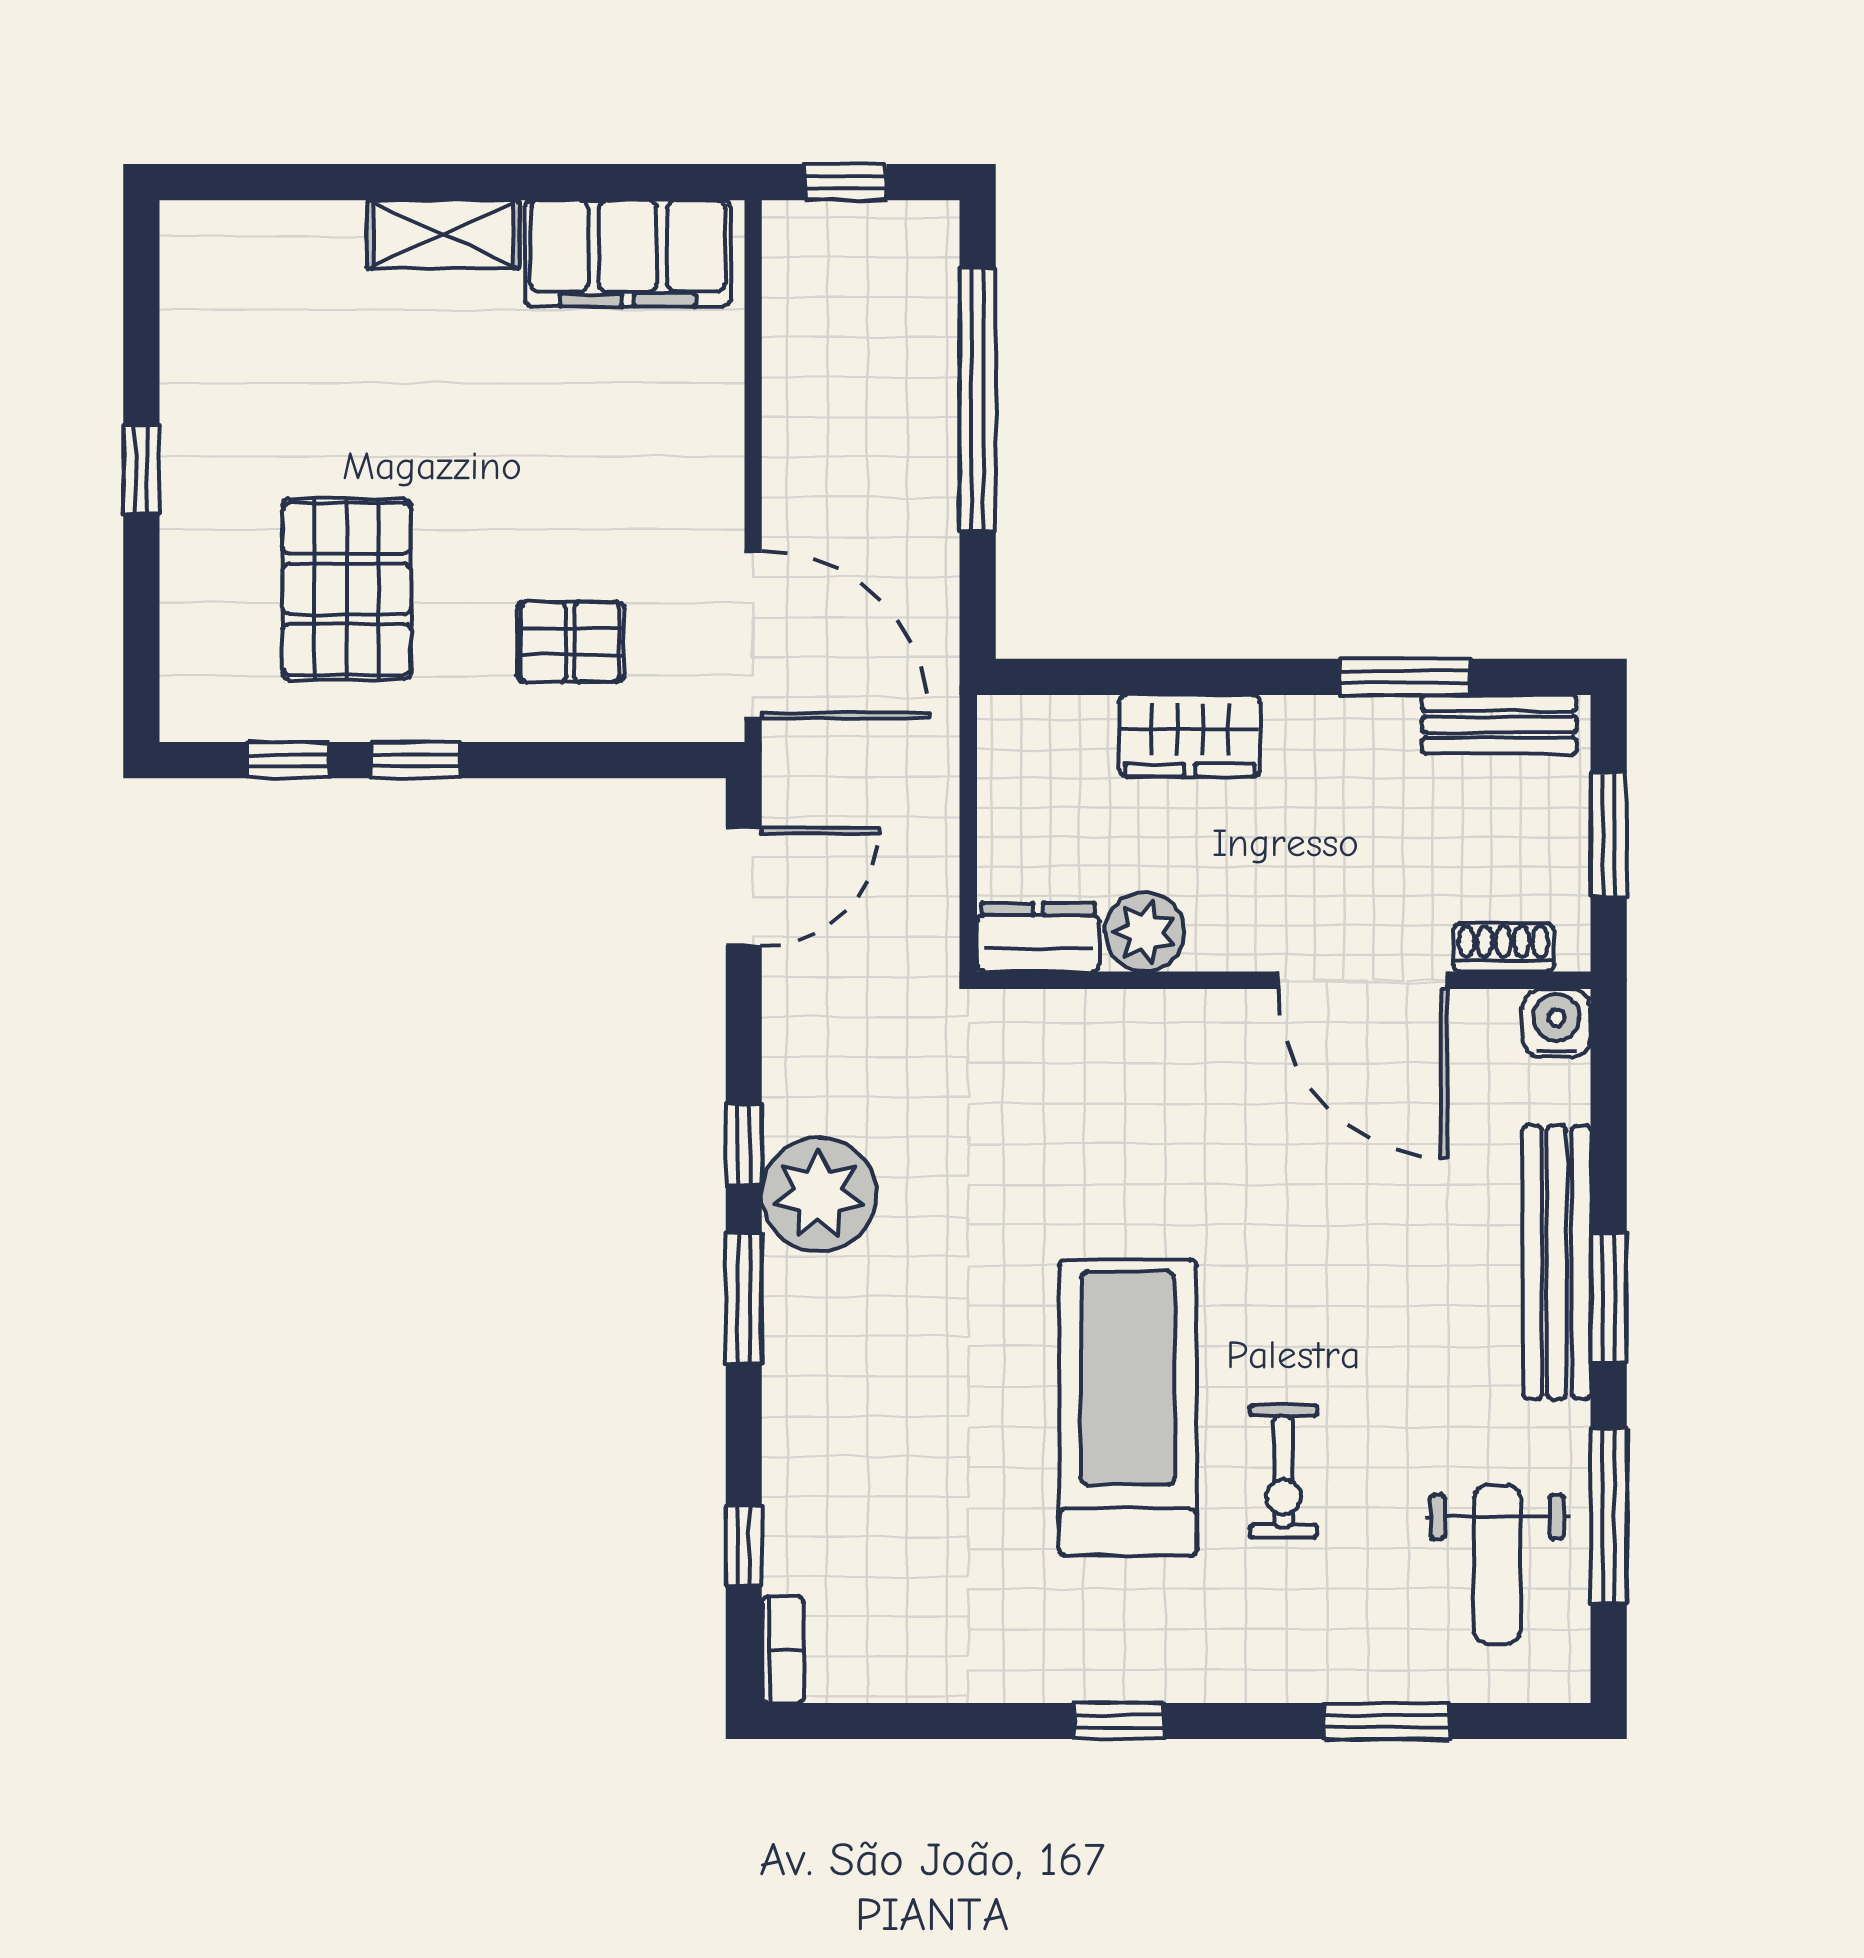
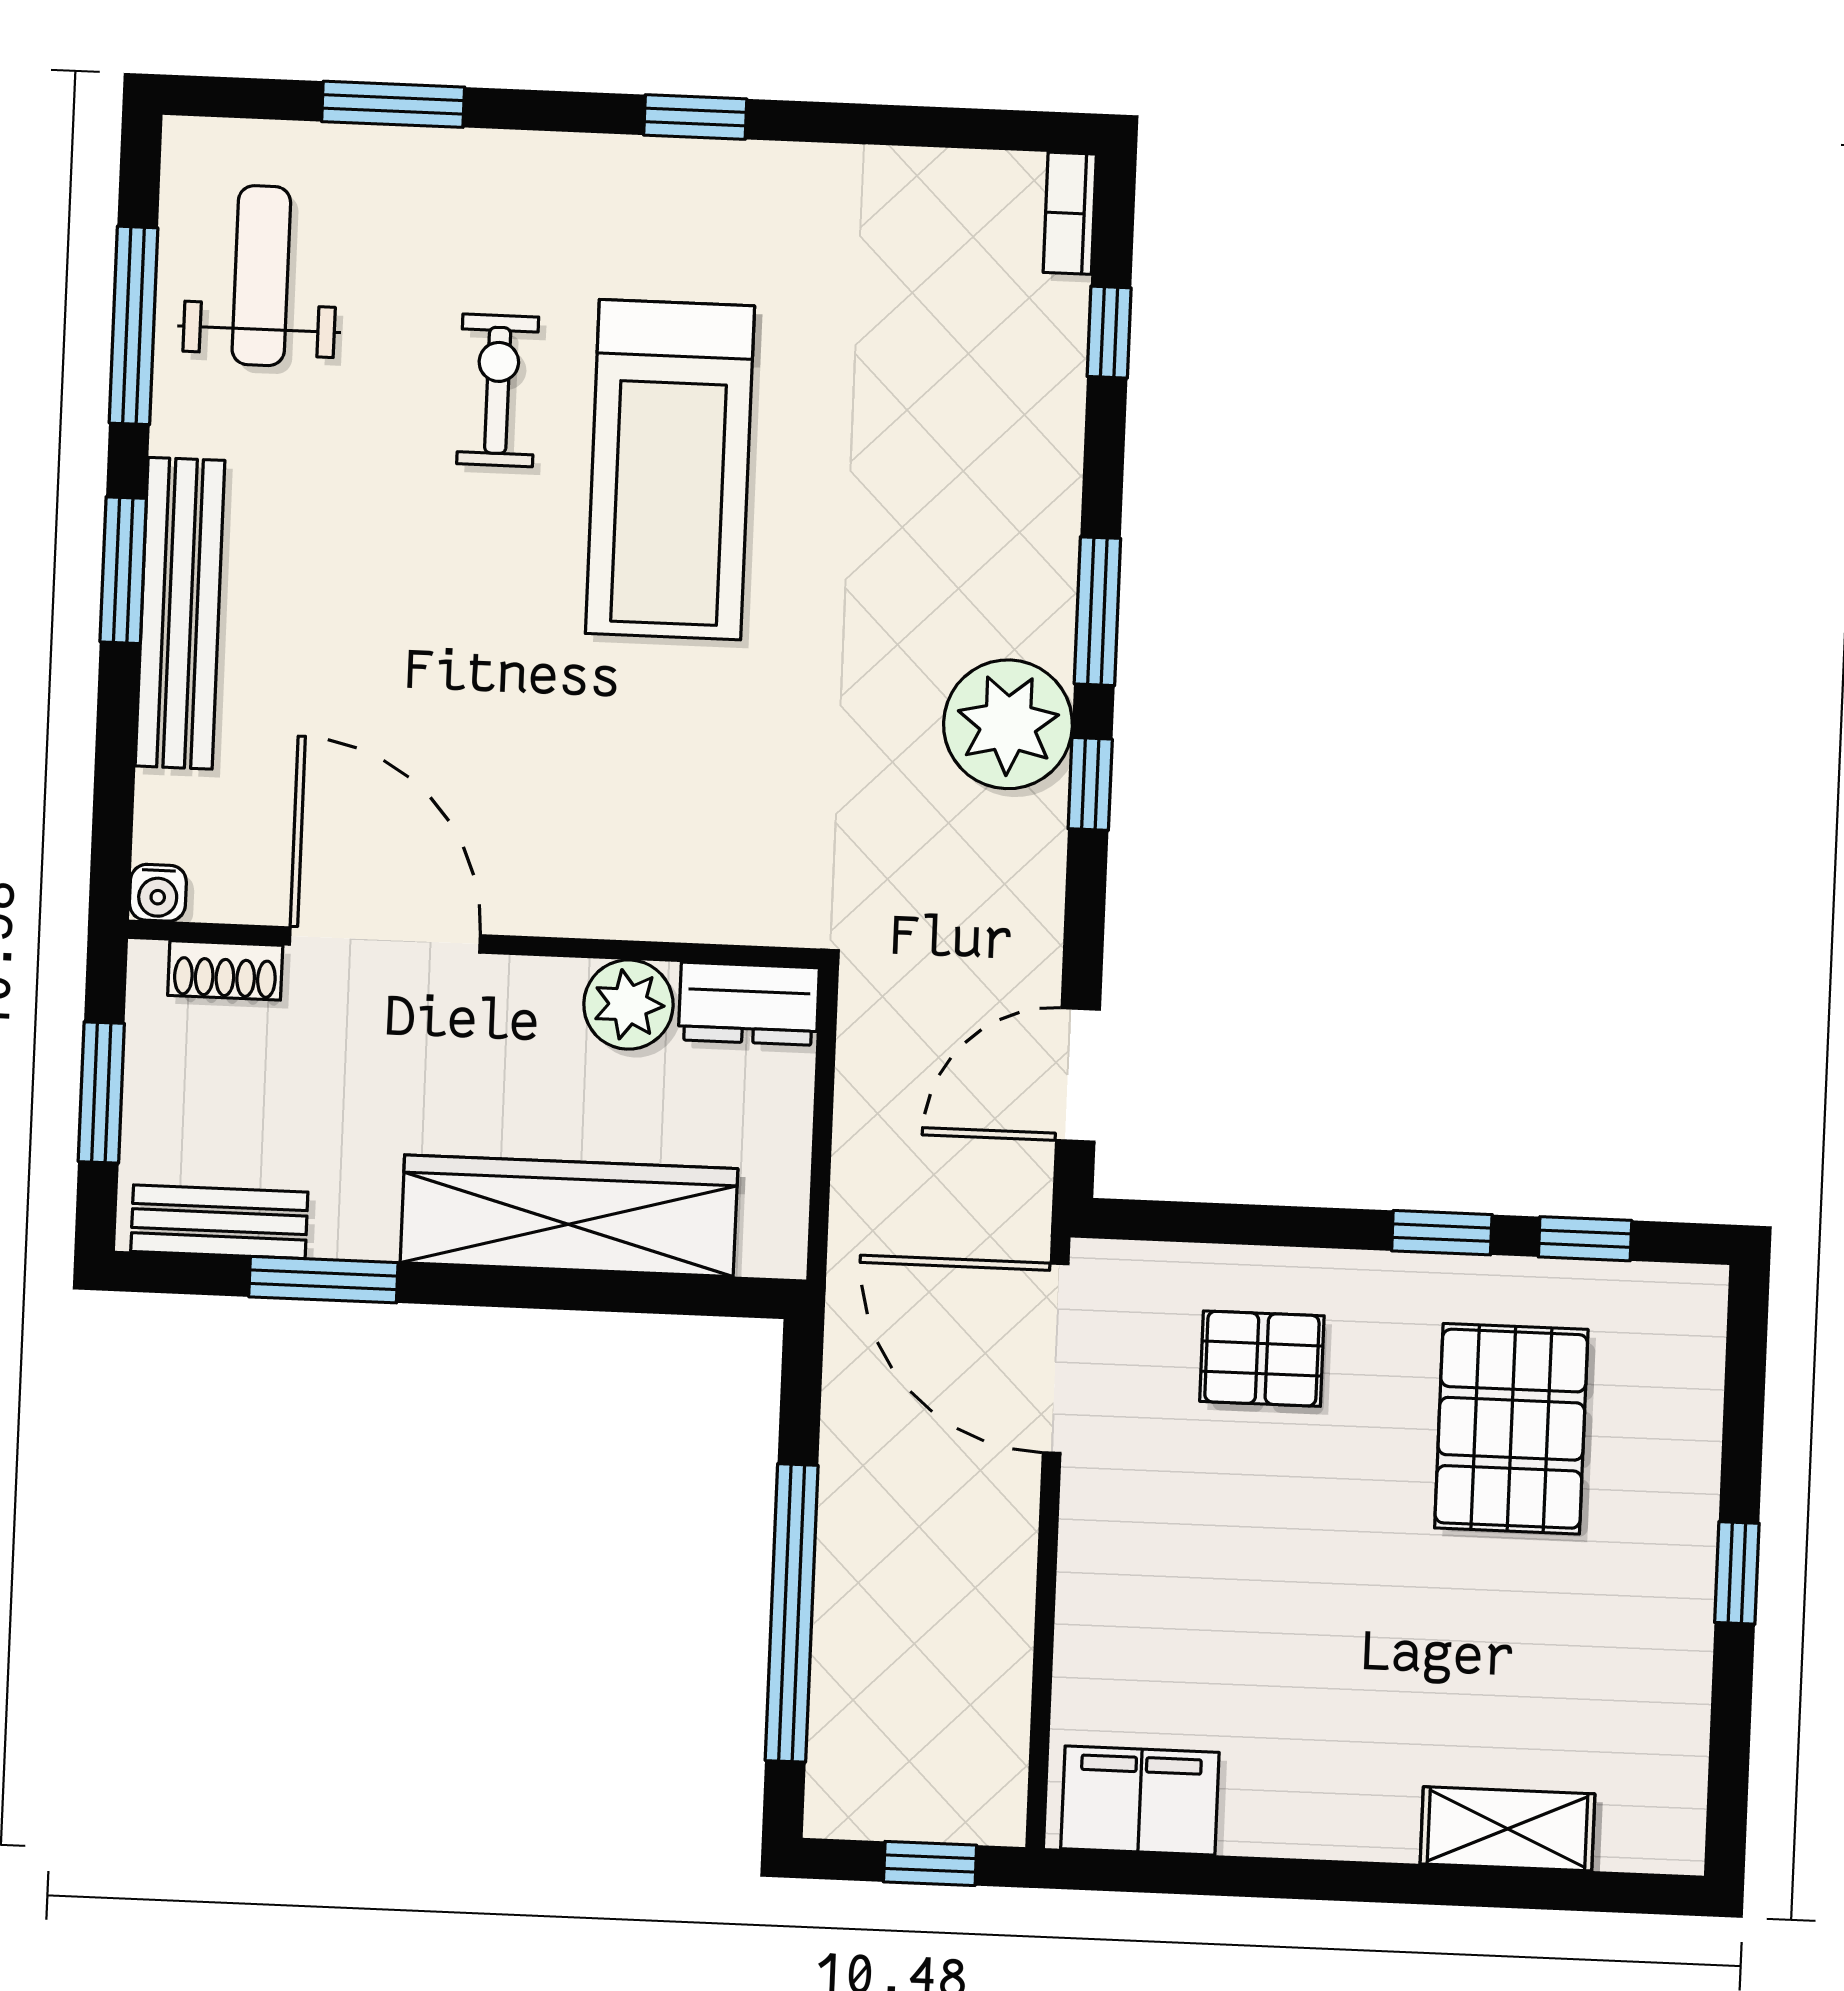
shelving: (443, 234) -> (1508, 1829), moved
filing cabinet: (628, 253) -> (1140, 1801), width x0.67, depth x0.86
wardrobe: (1190, 736) -> (569, 1216), width x2.10, depth x1.17
water cooler: (1556, 1023) -> (158, 893), width x0.72, depth x0.72

